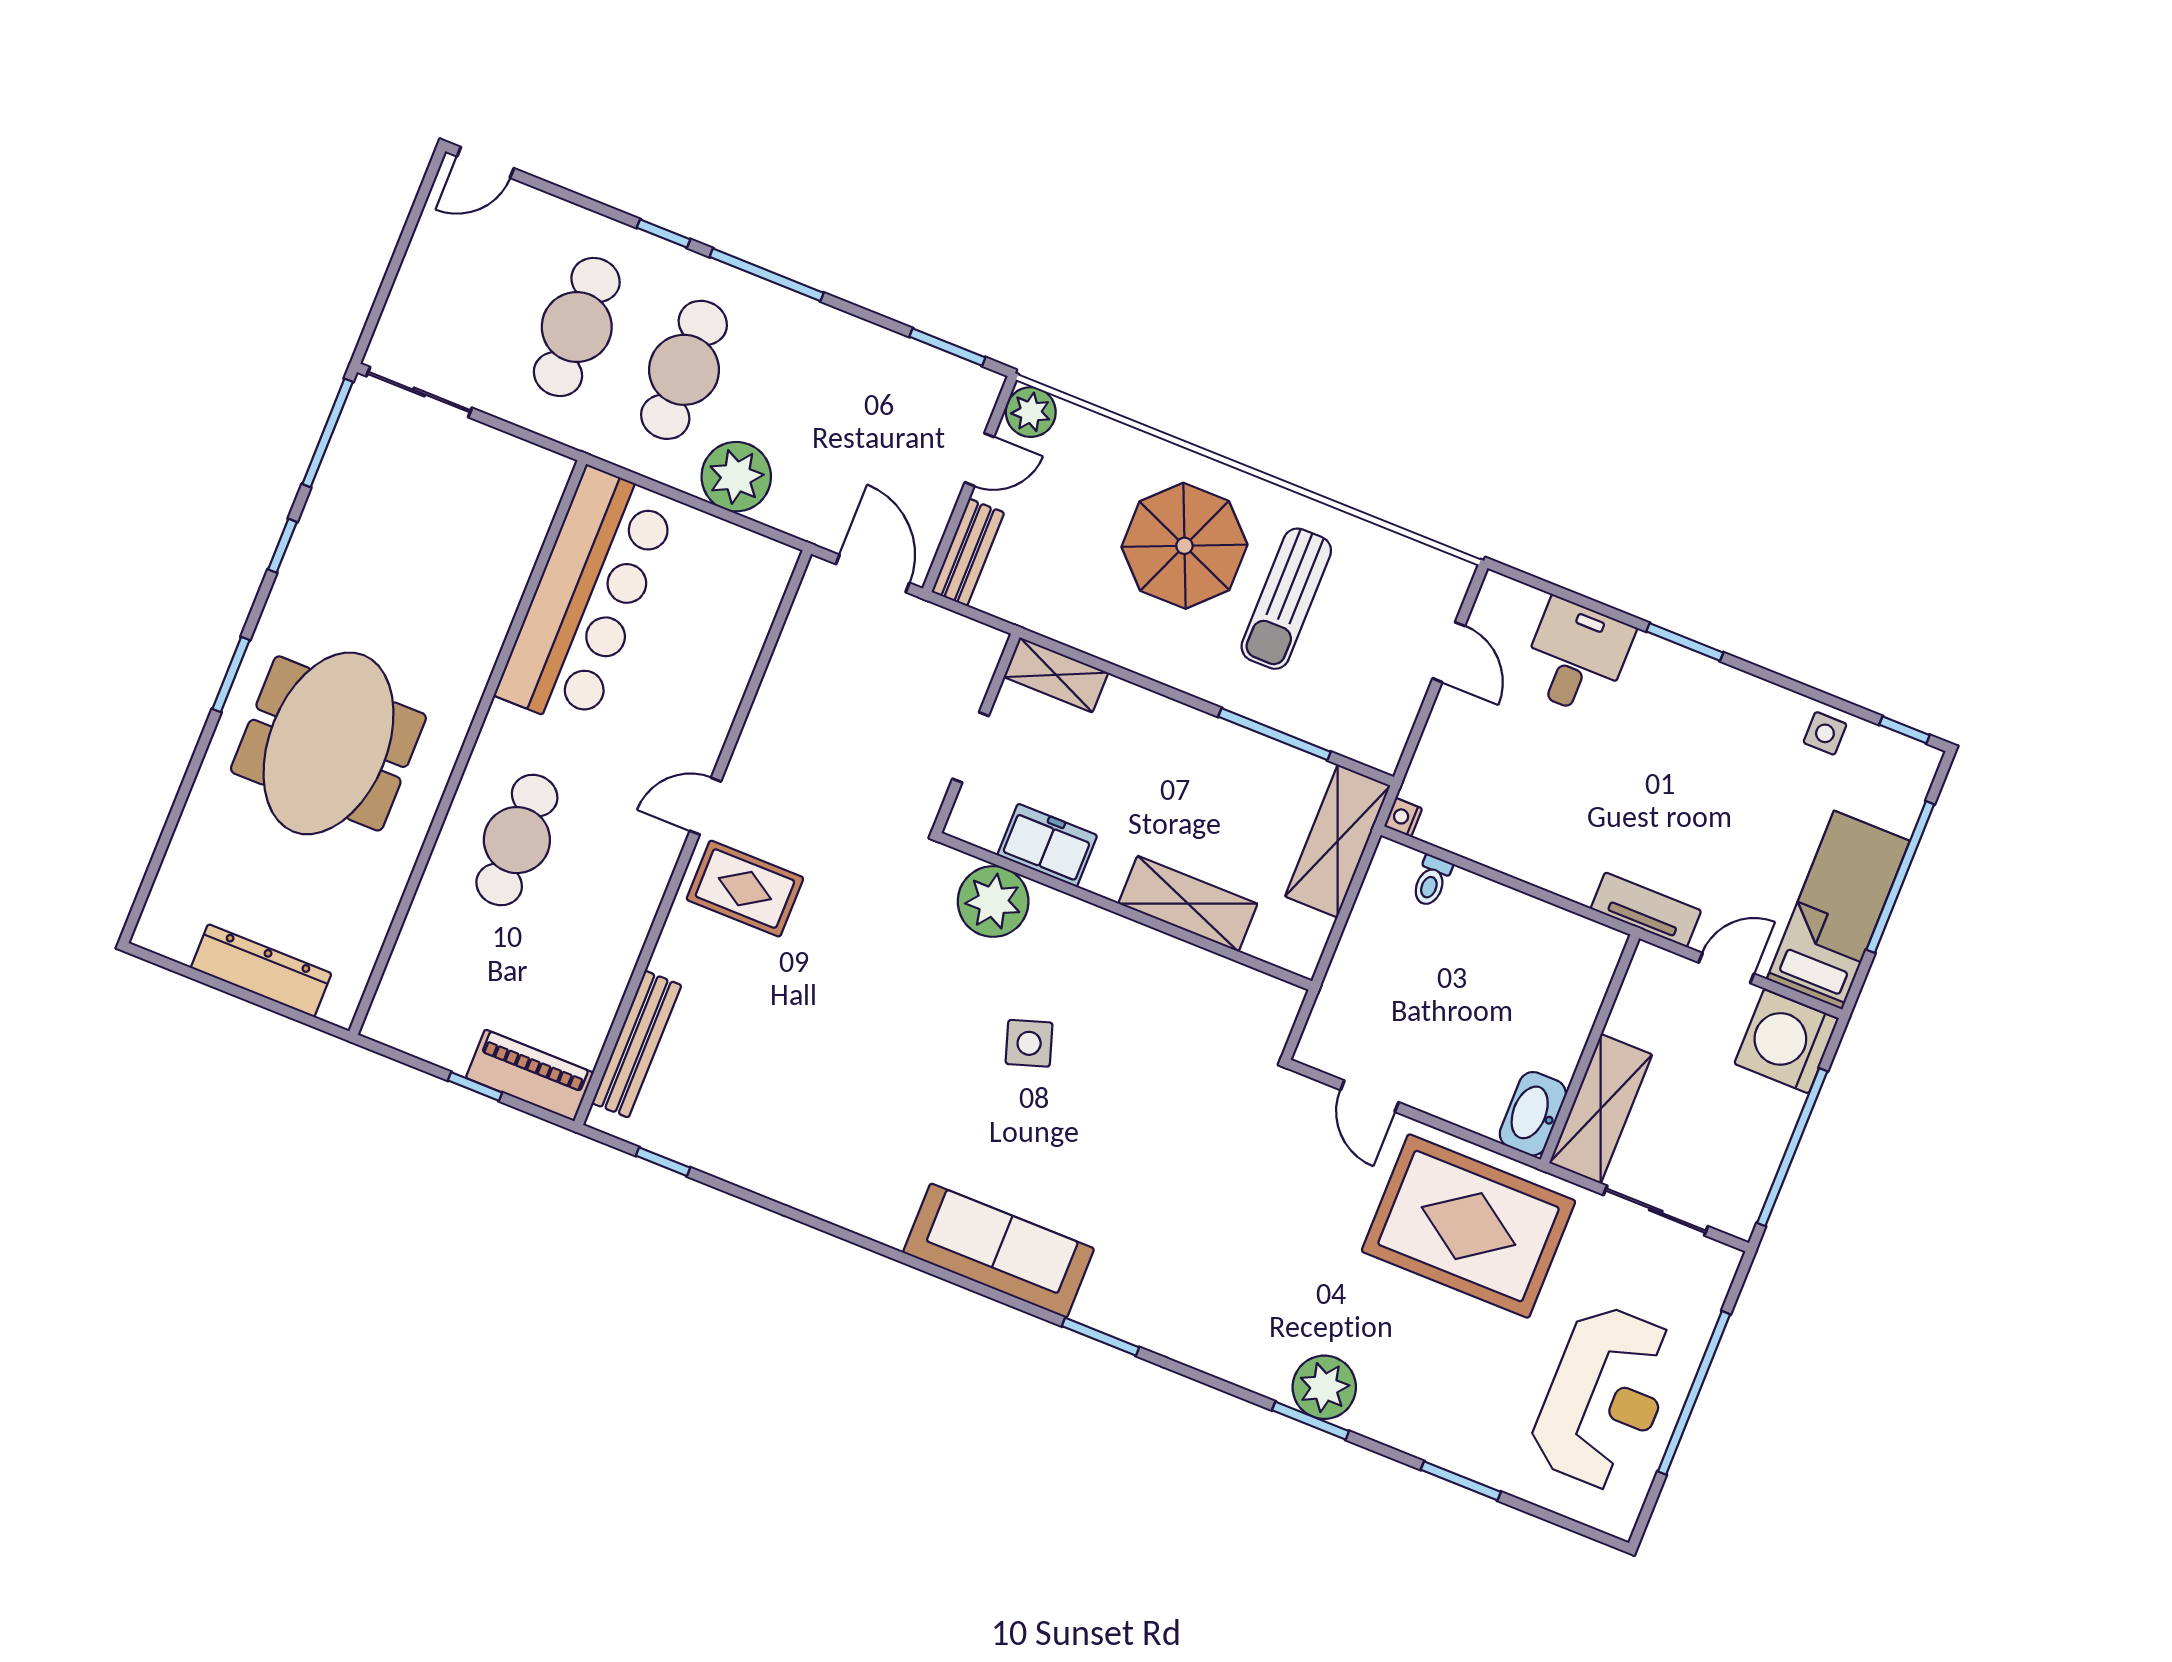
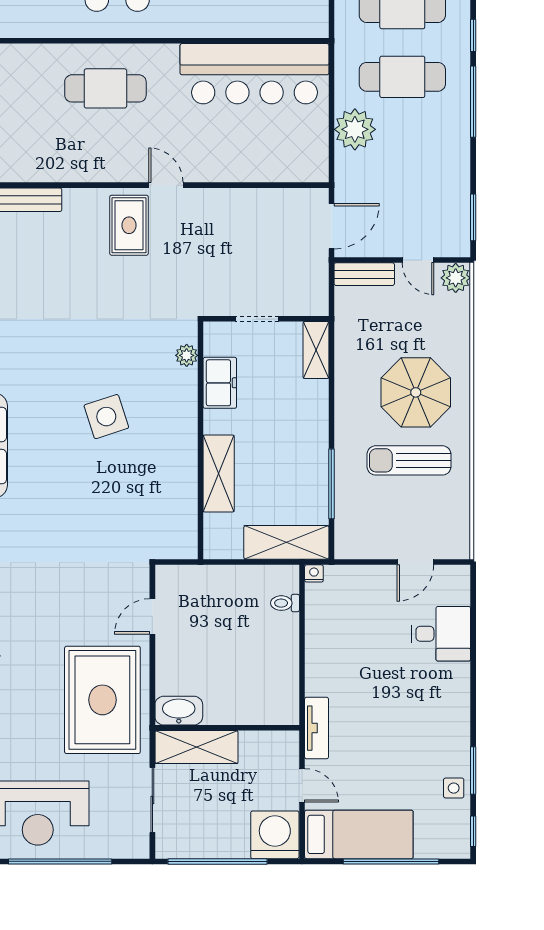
window: (1685, 642) -> (473, 771), moved
plant: (993, 901) -> (187, 355), width x0.53, depth x0.53
side table: (1029, 1043) -> (106, 417), width x1.37, depth x1.37

